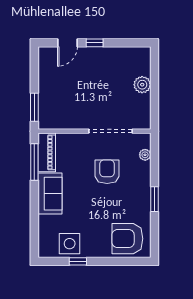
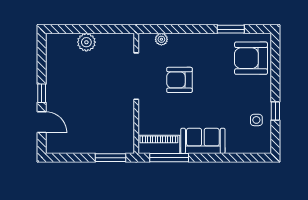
window: (155, 199) -> (231, 29), moved
armchair: (127, 239) -> (251, 58), turned 90
side table: (70, 244) -> (256, 120), width x0.54, depth x0.54

